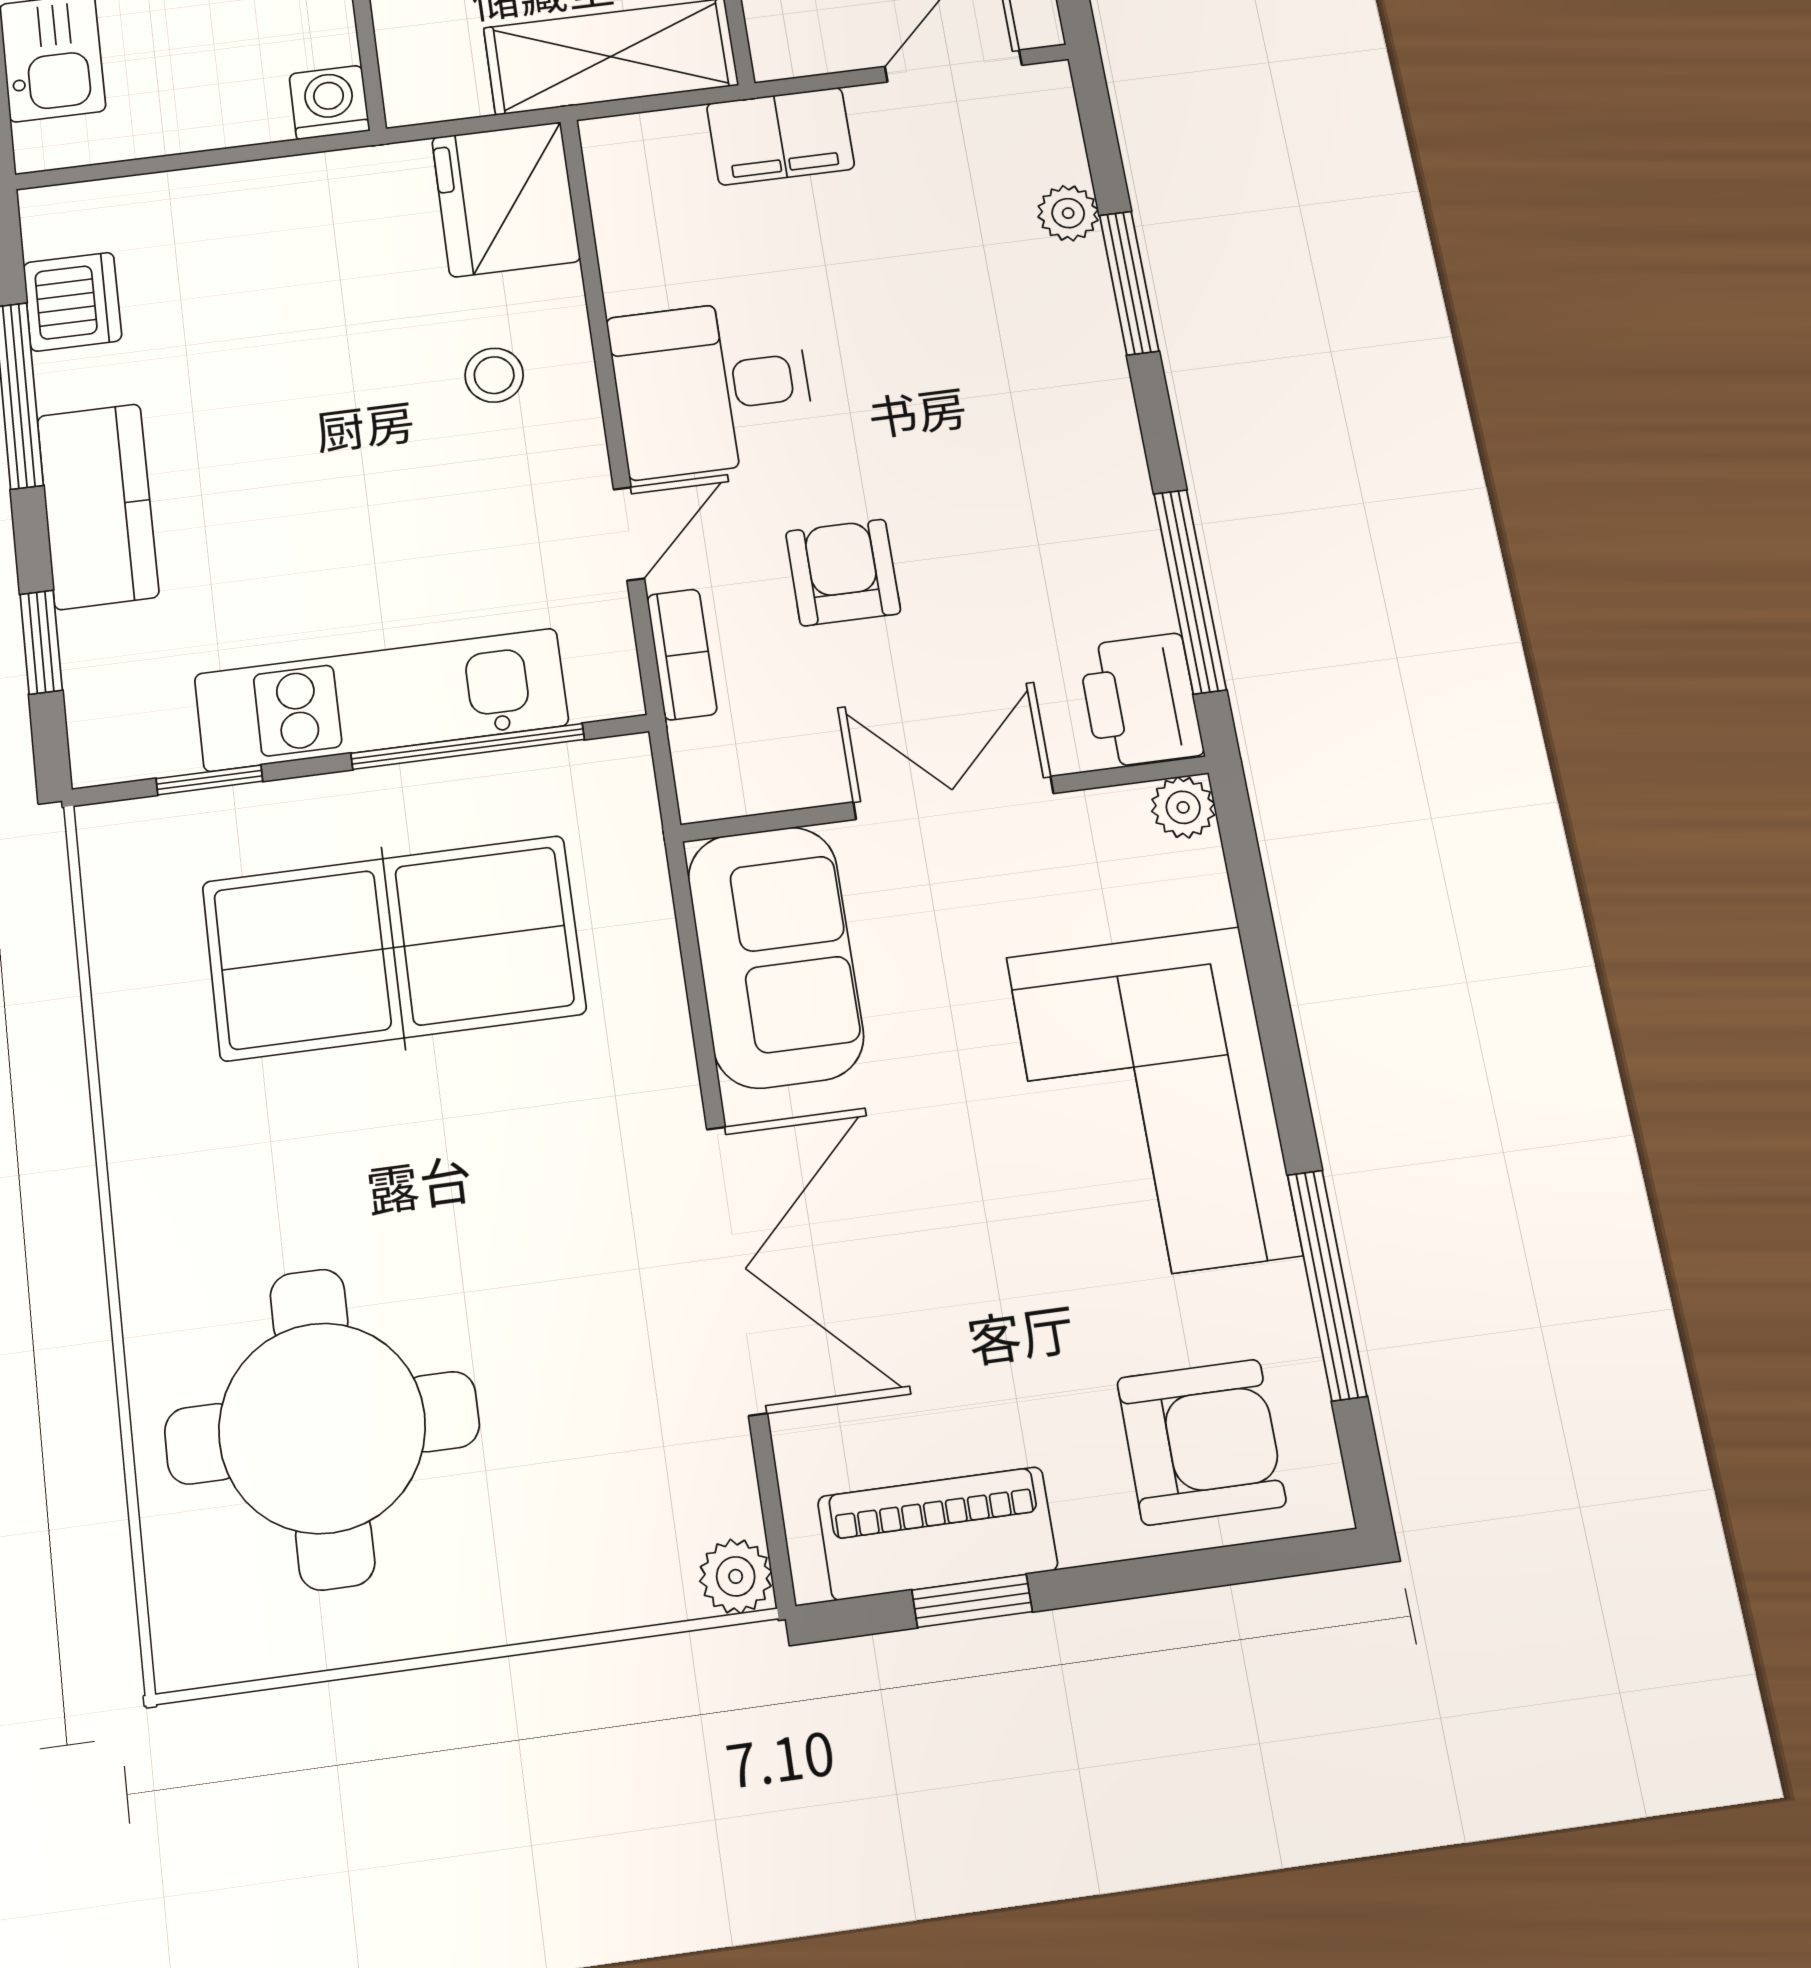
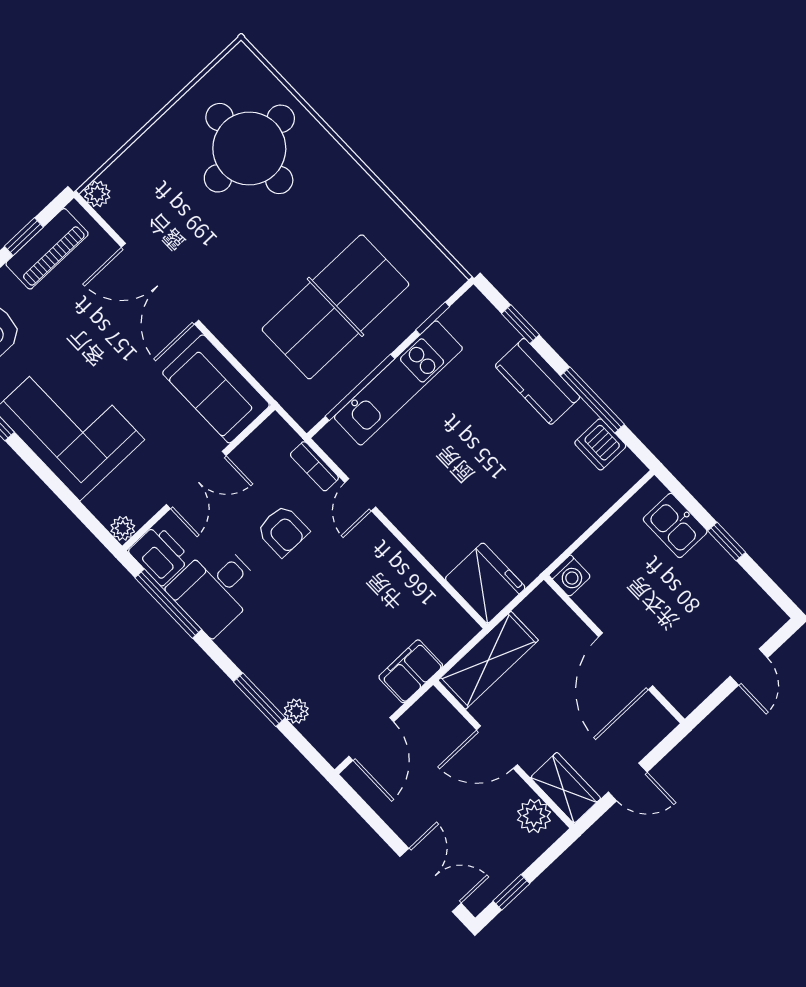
stool: (494, 375) -> (443, 518), removed
desk: (712, 387) -> (215, 589), moved, turned 180

